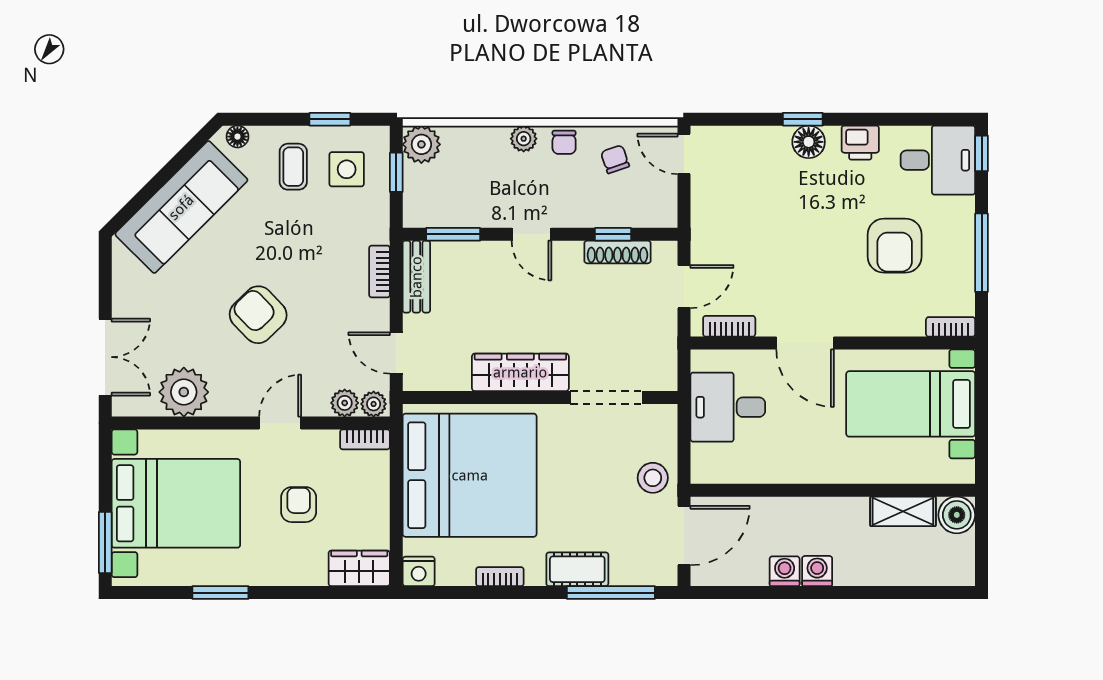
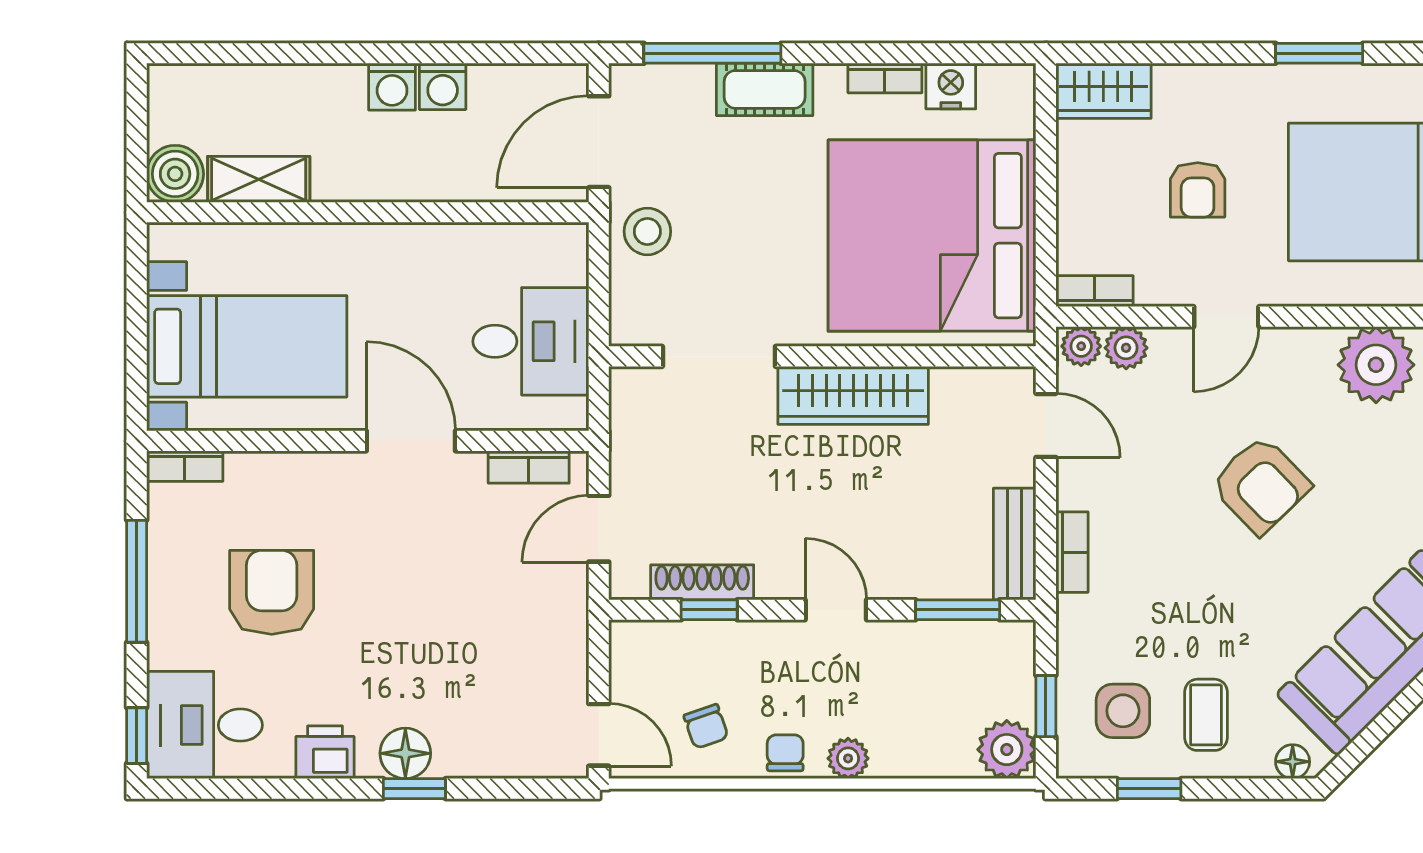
nightstand: (419, 571) -> (951, 86), moved

